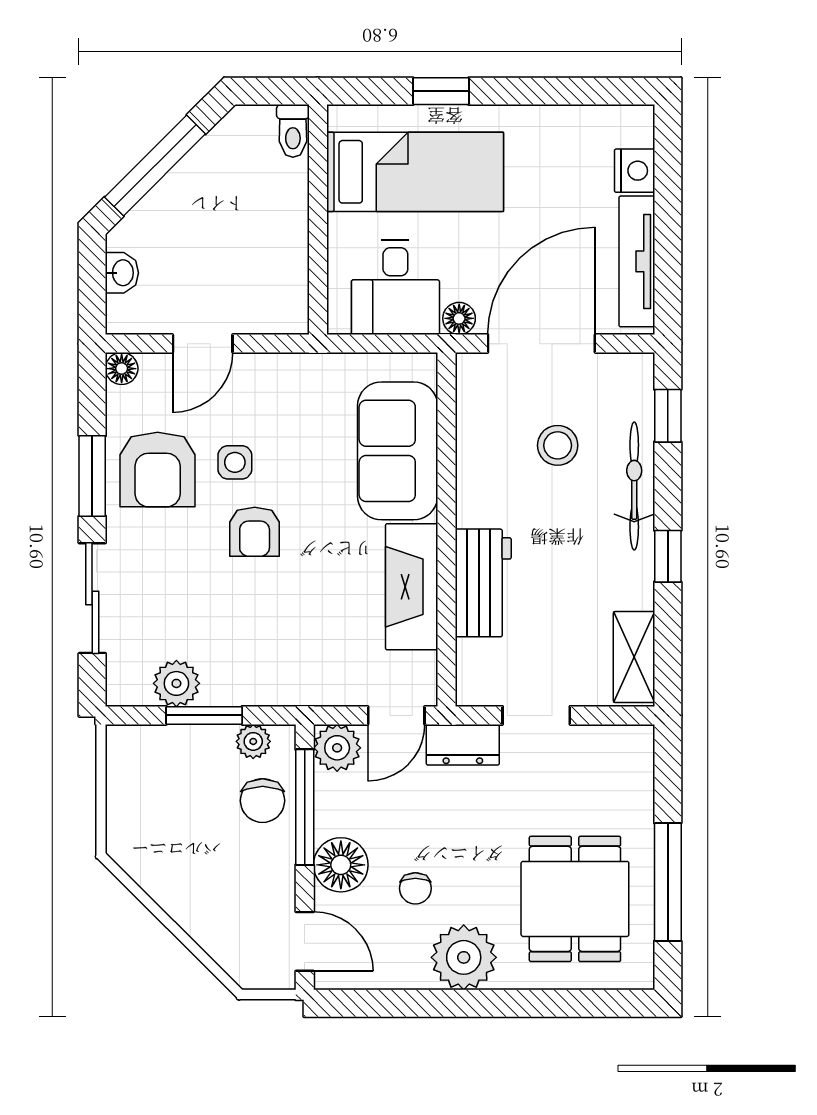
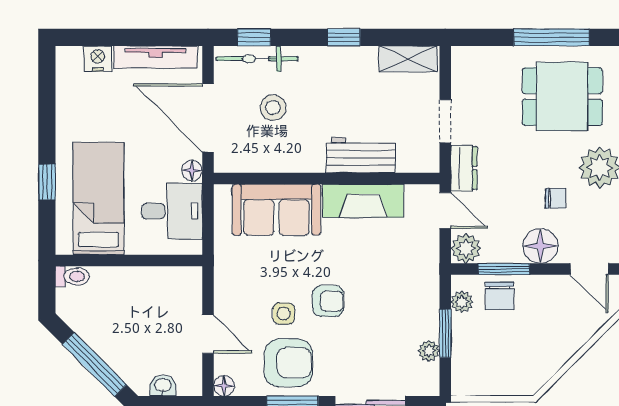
bicycle: (634, 486) -> (257, 59), moved
plant: (176, 683) -> (429, 351), width x0.73, depth x0.73
chair: (263, 801) -> (500, 296), turned 90
window: (305, 807) -> (504, 269), width x0.69
door: (305, 941) -> (589, 269), swing flipped

